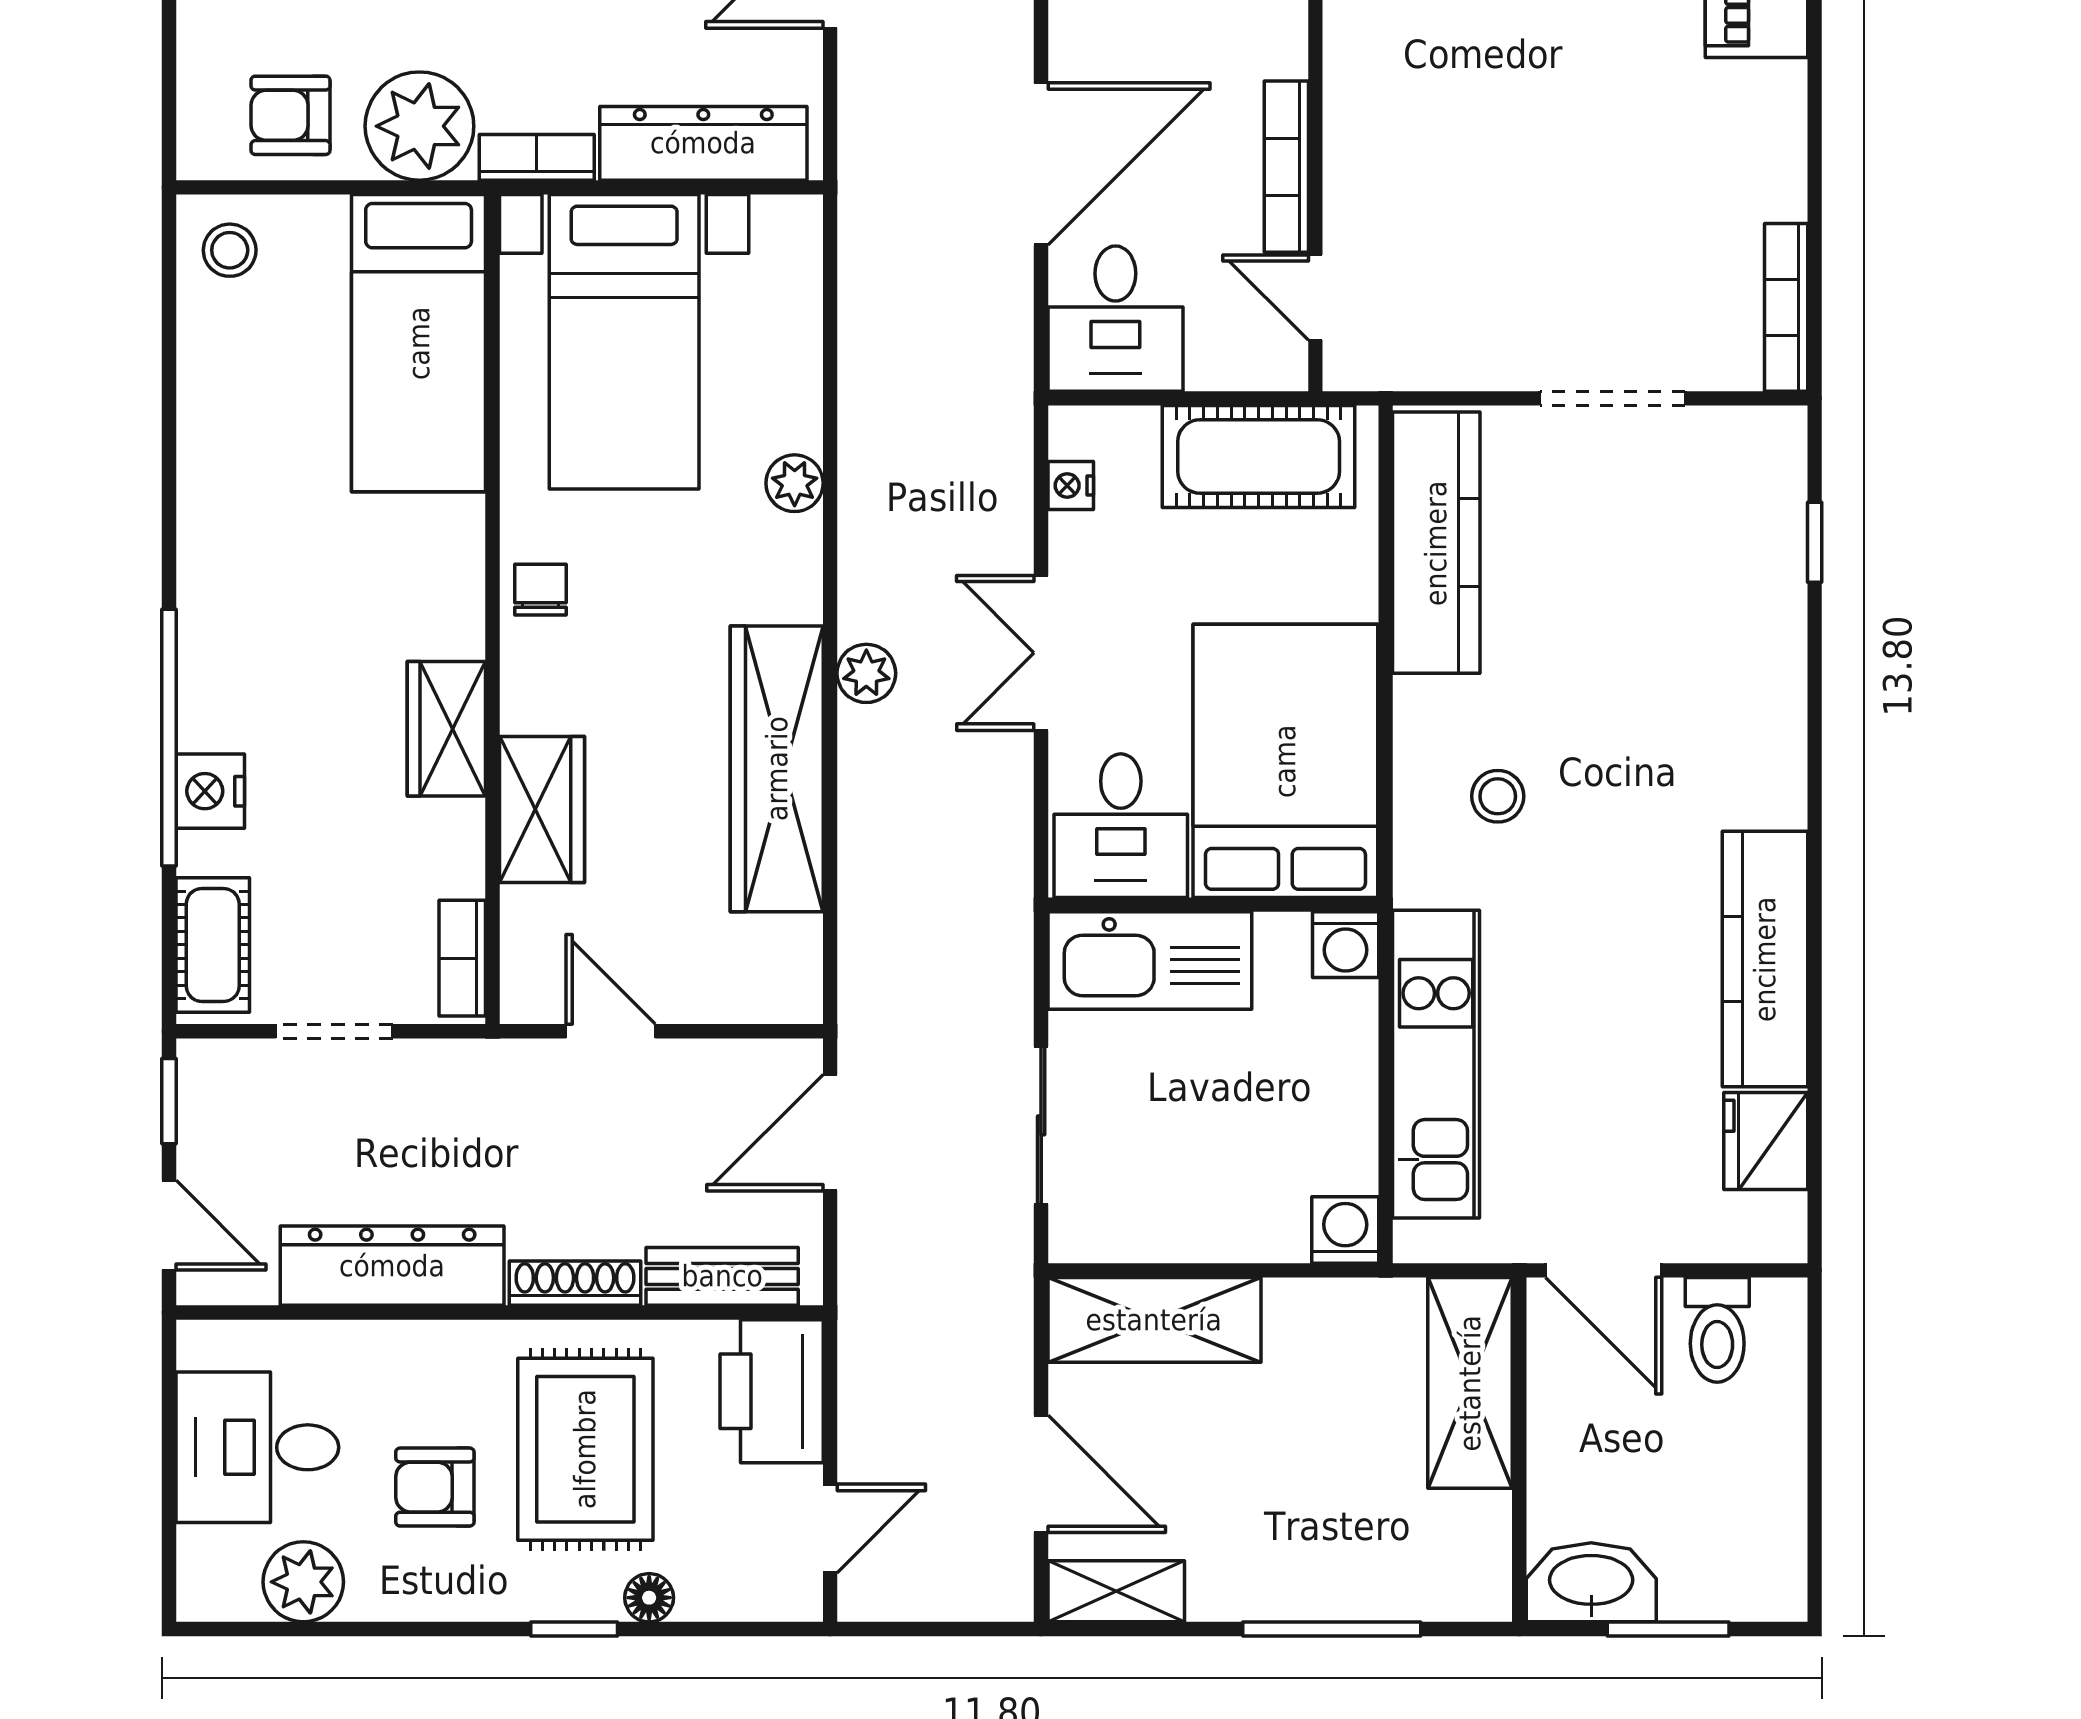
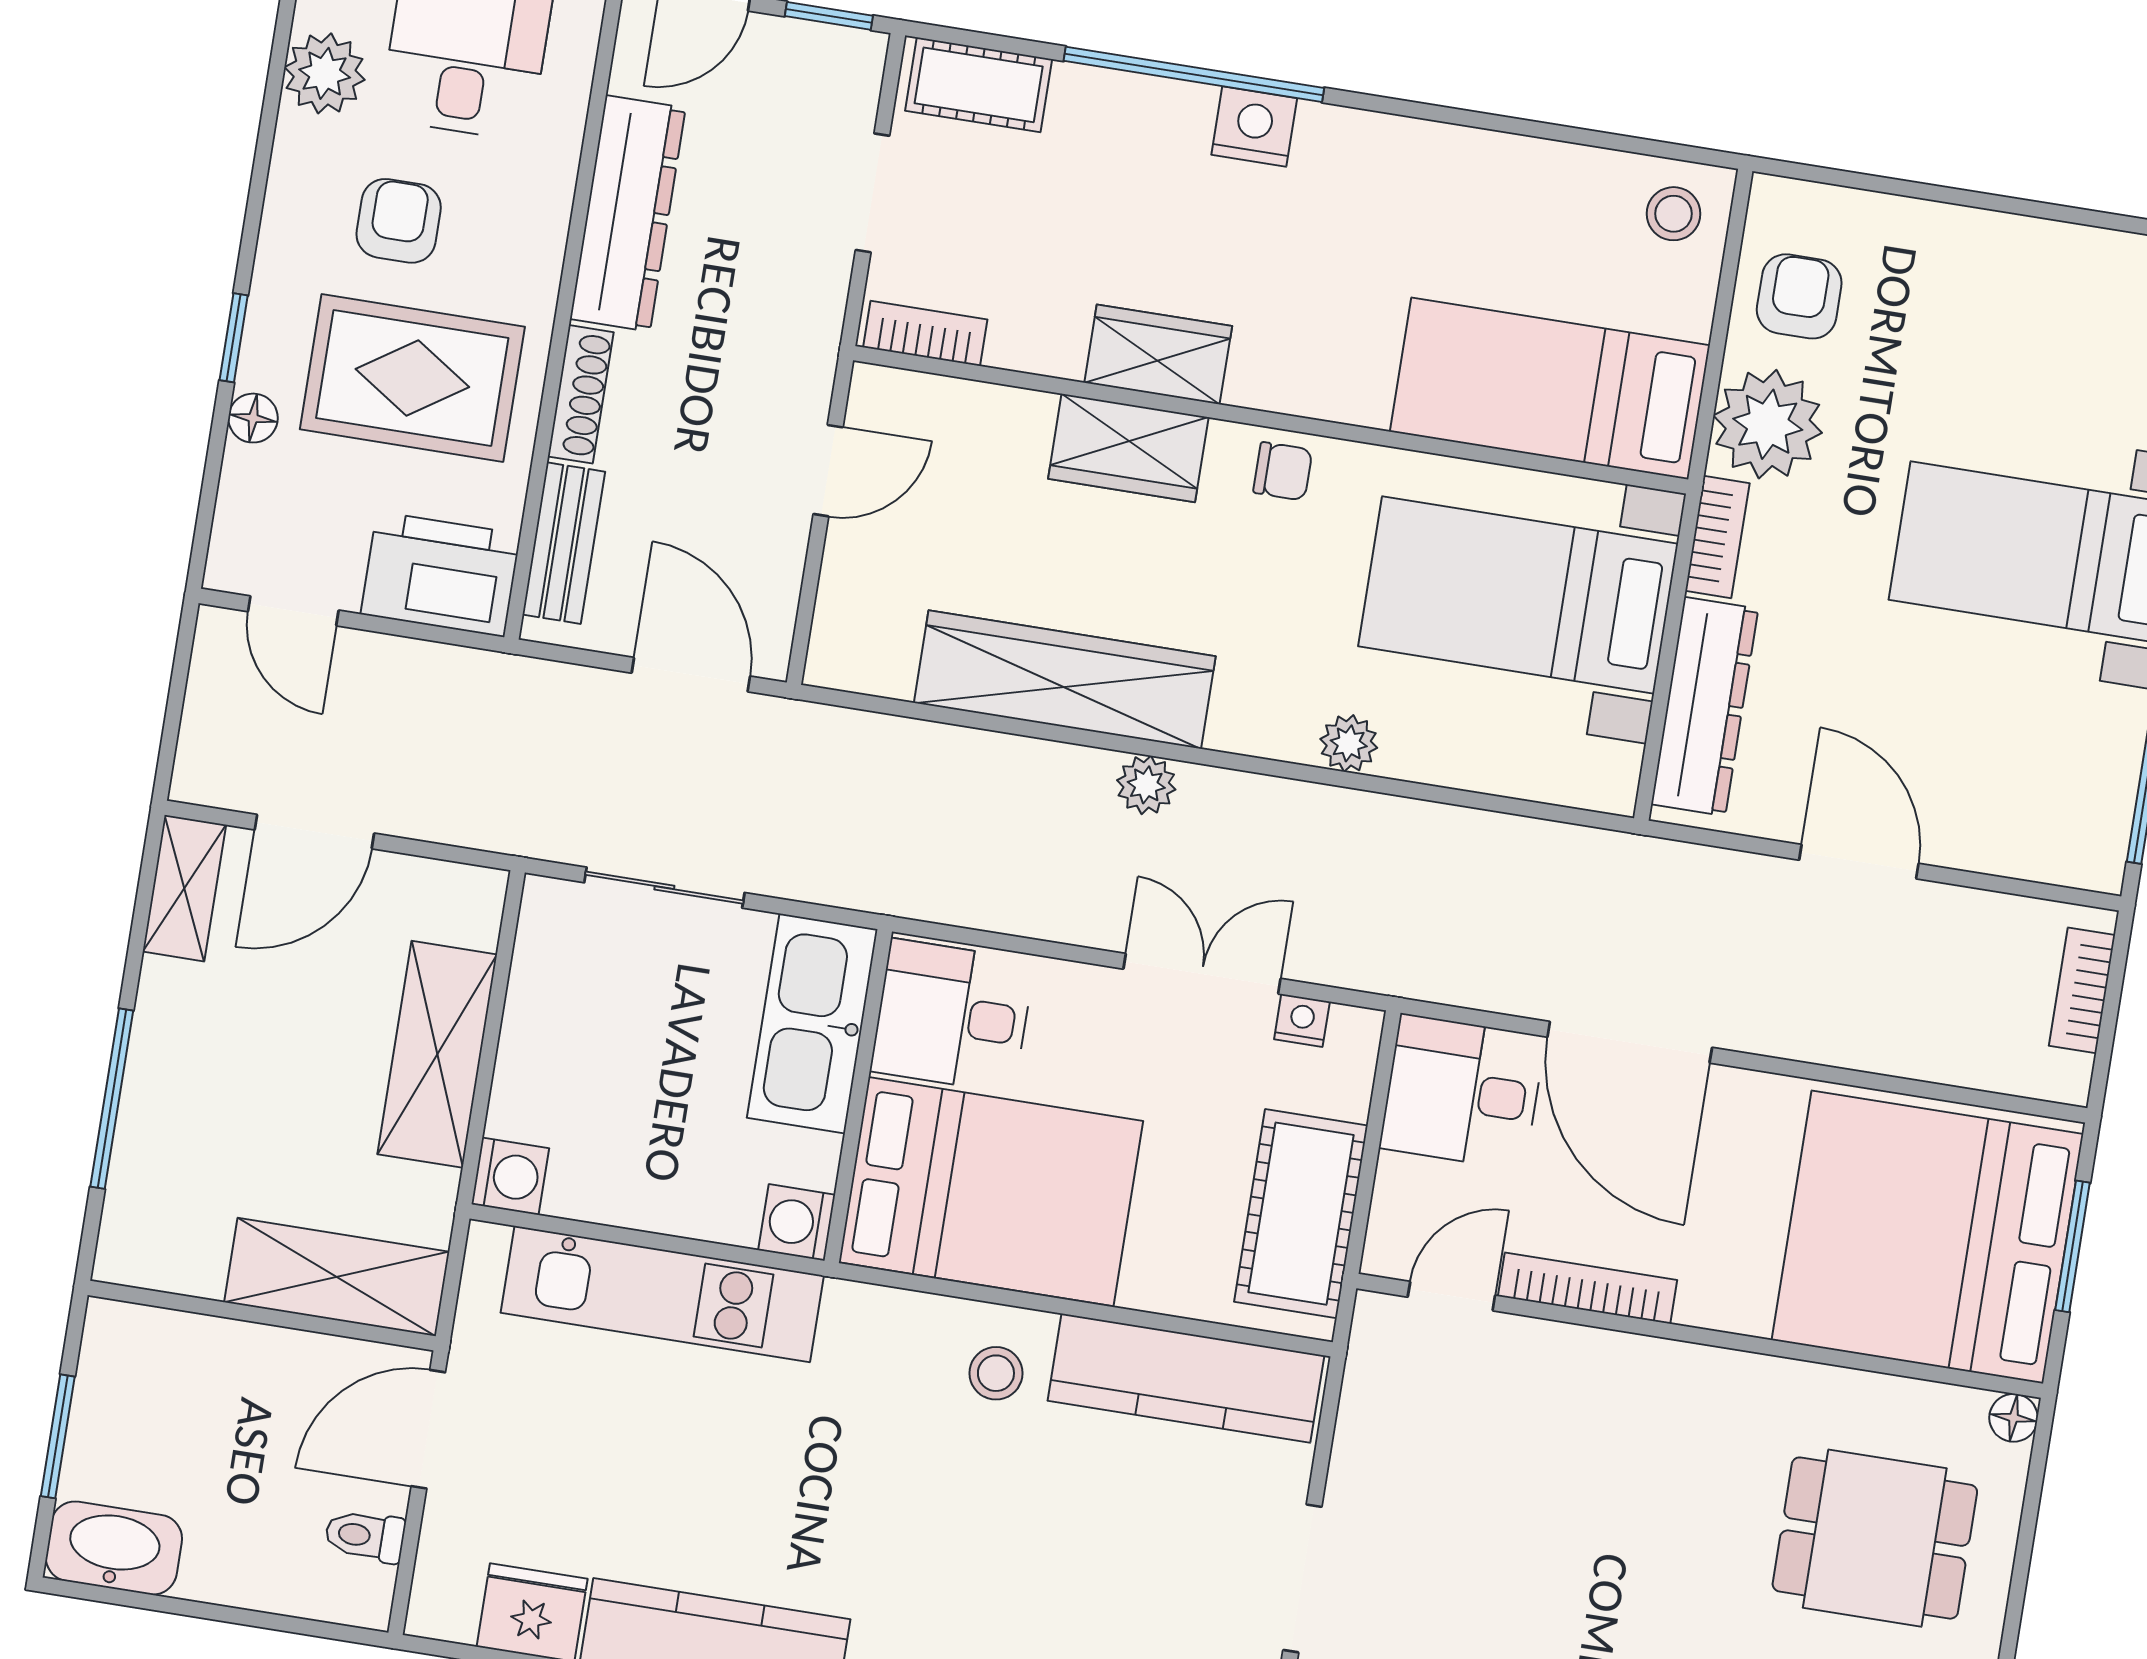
double door: (1041, 653) -> (1202, 974), moved
nightstand: (210, 791) -> (1254, 127), moved
stool: (1498, 796) -> (996, 1373), moved
wardrobe: (542, 809) -> (1128, 448), moved
shelving: (1154, 1320) -> (437, 1054), moved
toilet: (1717, 1330) -> (365, 1536), width x0.73, depth x0.72
washbasin: (1591, 1582) -> (114, 1548), moved, turned -90

